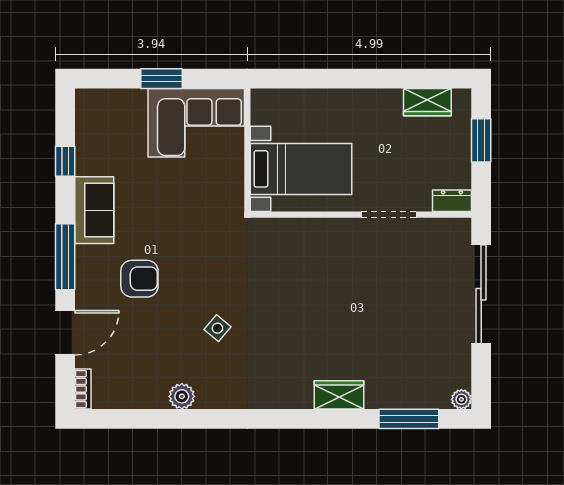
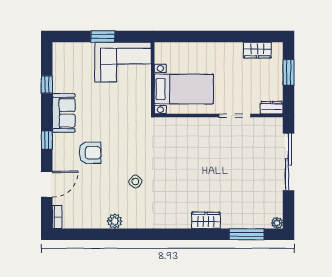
window: (65, 257) -> (47, 140), width x0.46

